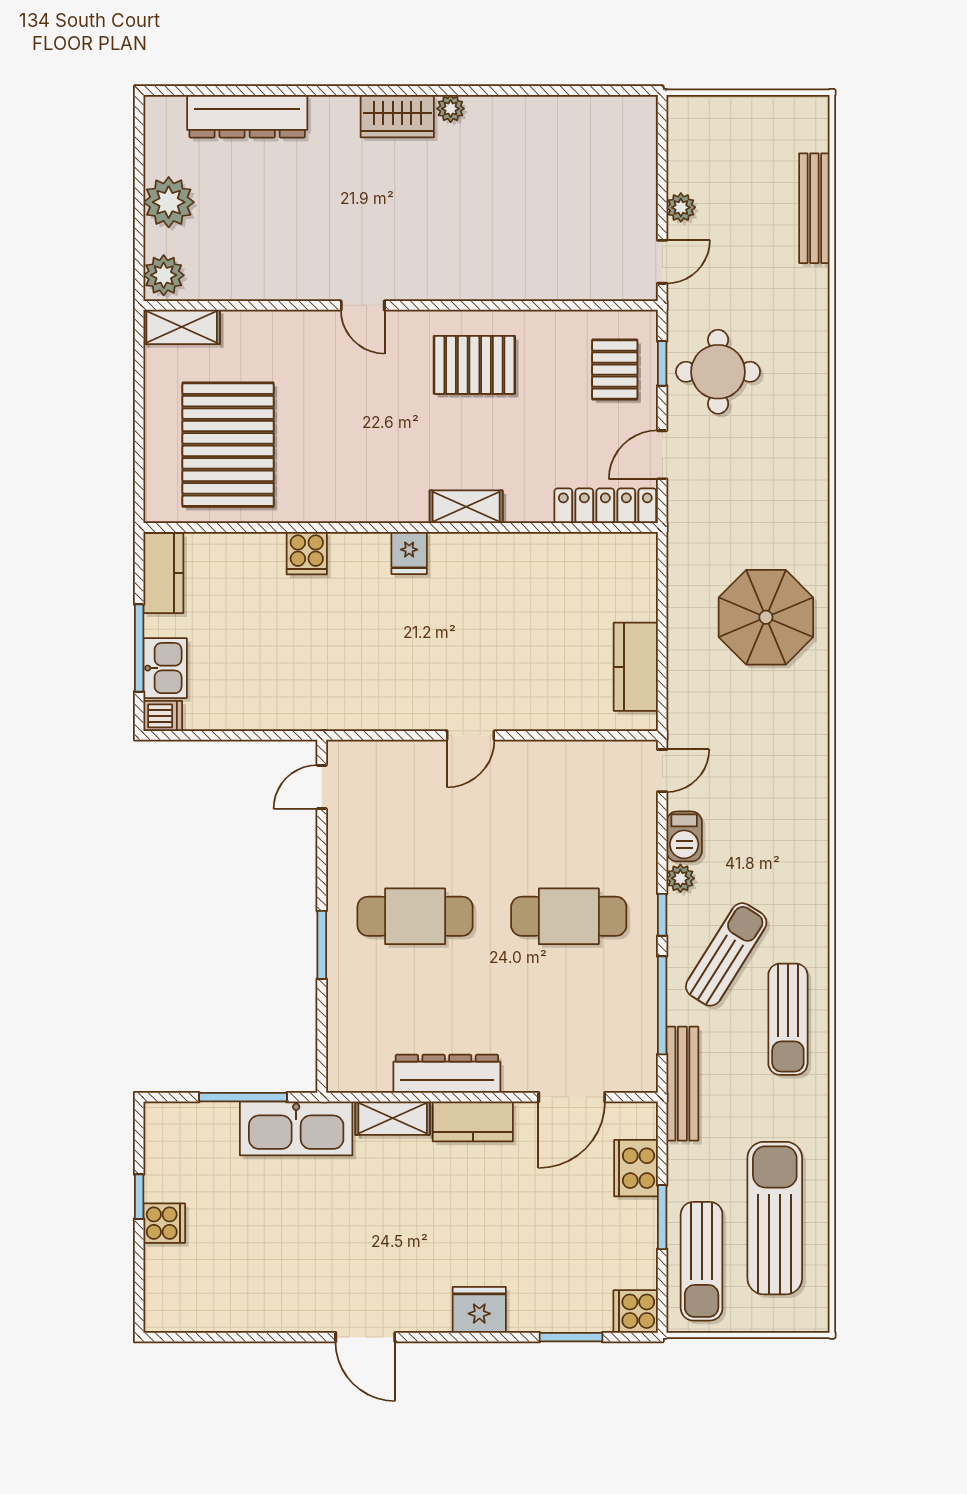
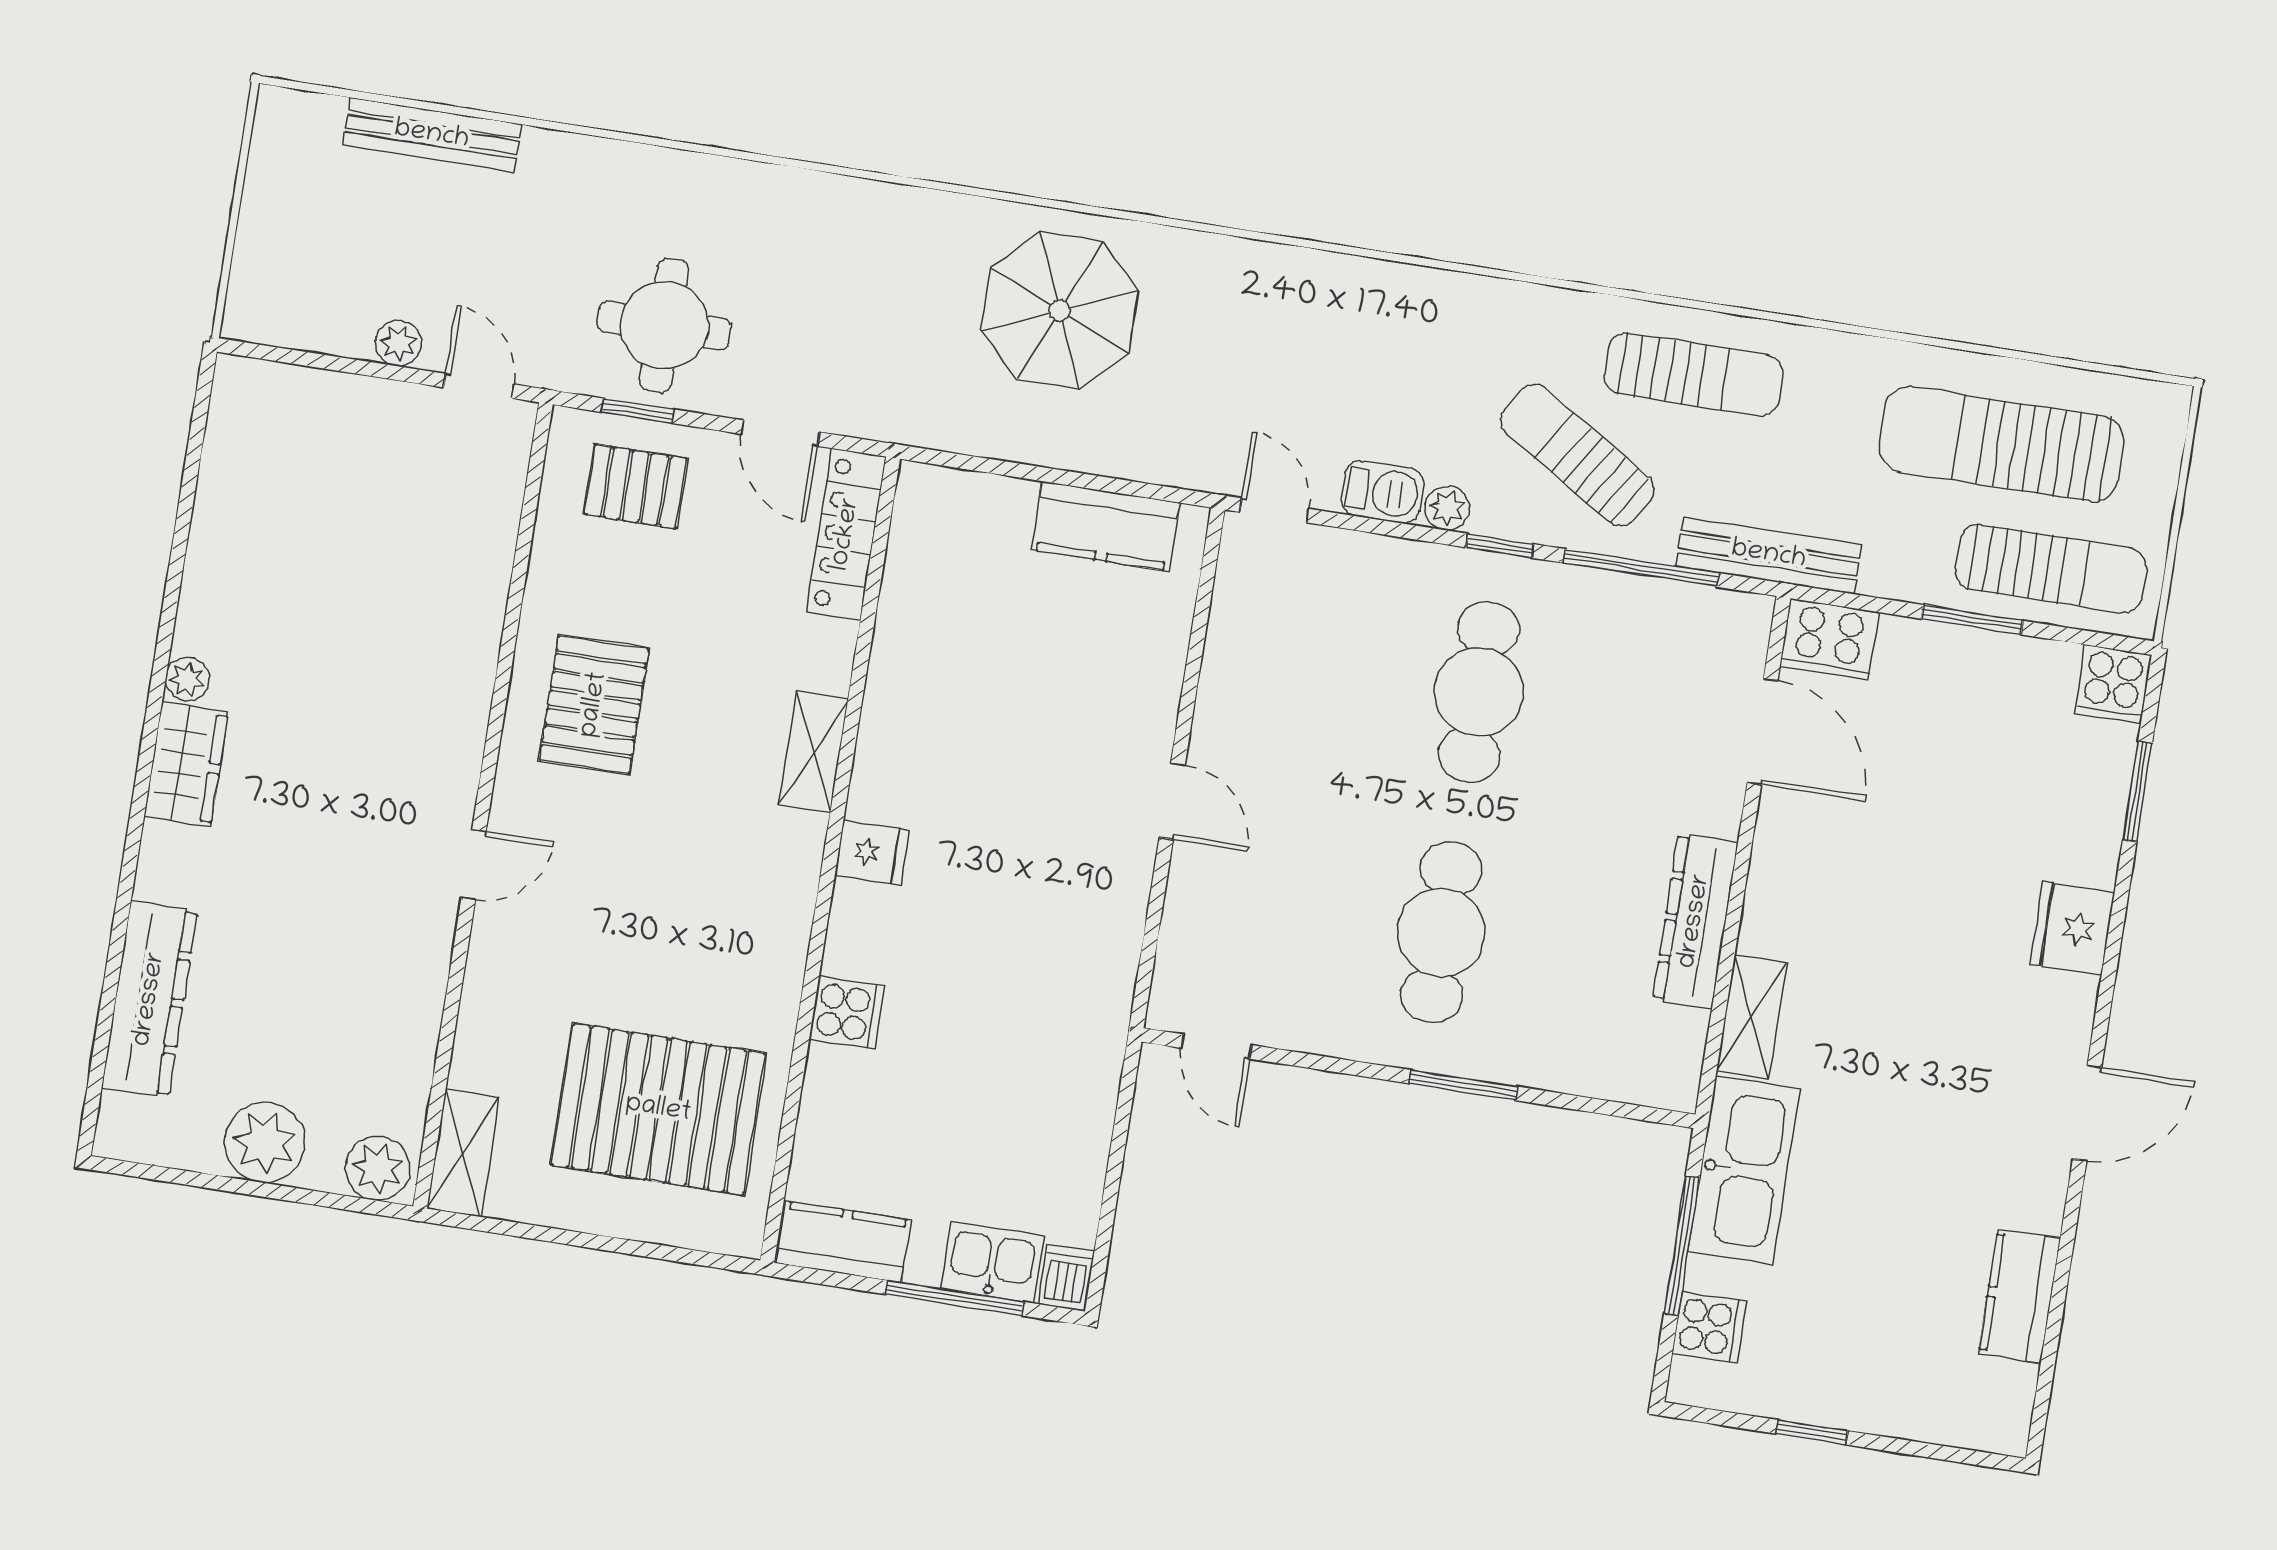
kitchen counter: (473, 1121) -> (2019, 1296), moved, turned 180
cooker: (636, 1168) -> (1829, 639), moved
cooker: (164, 1223) -> (1709, 1327), moved, turned 90

